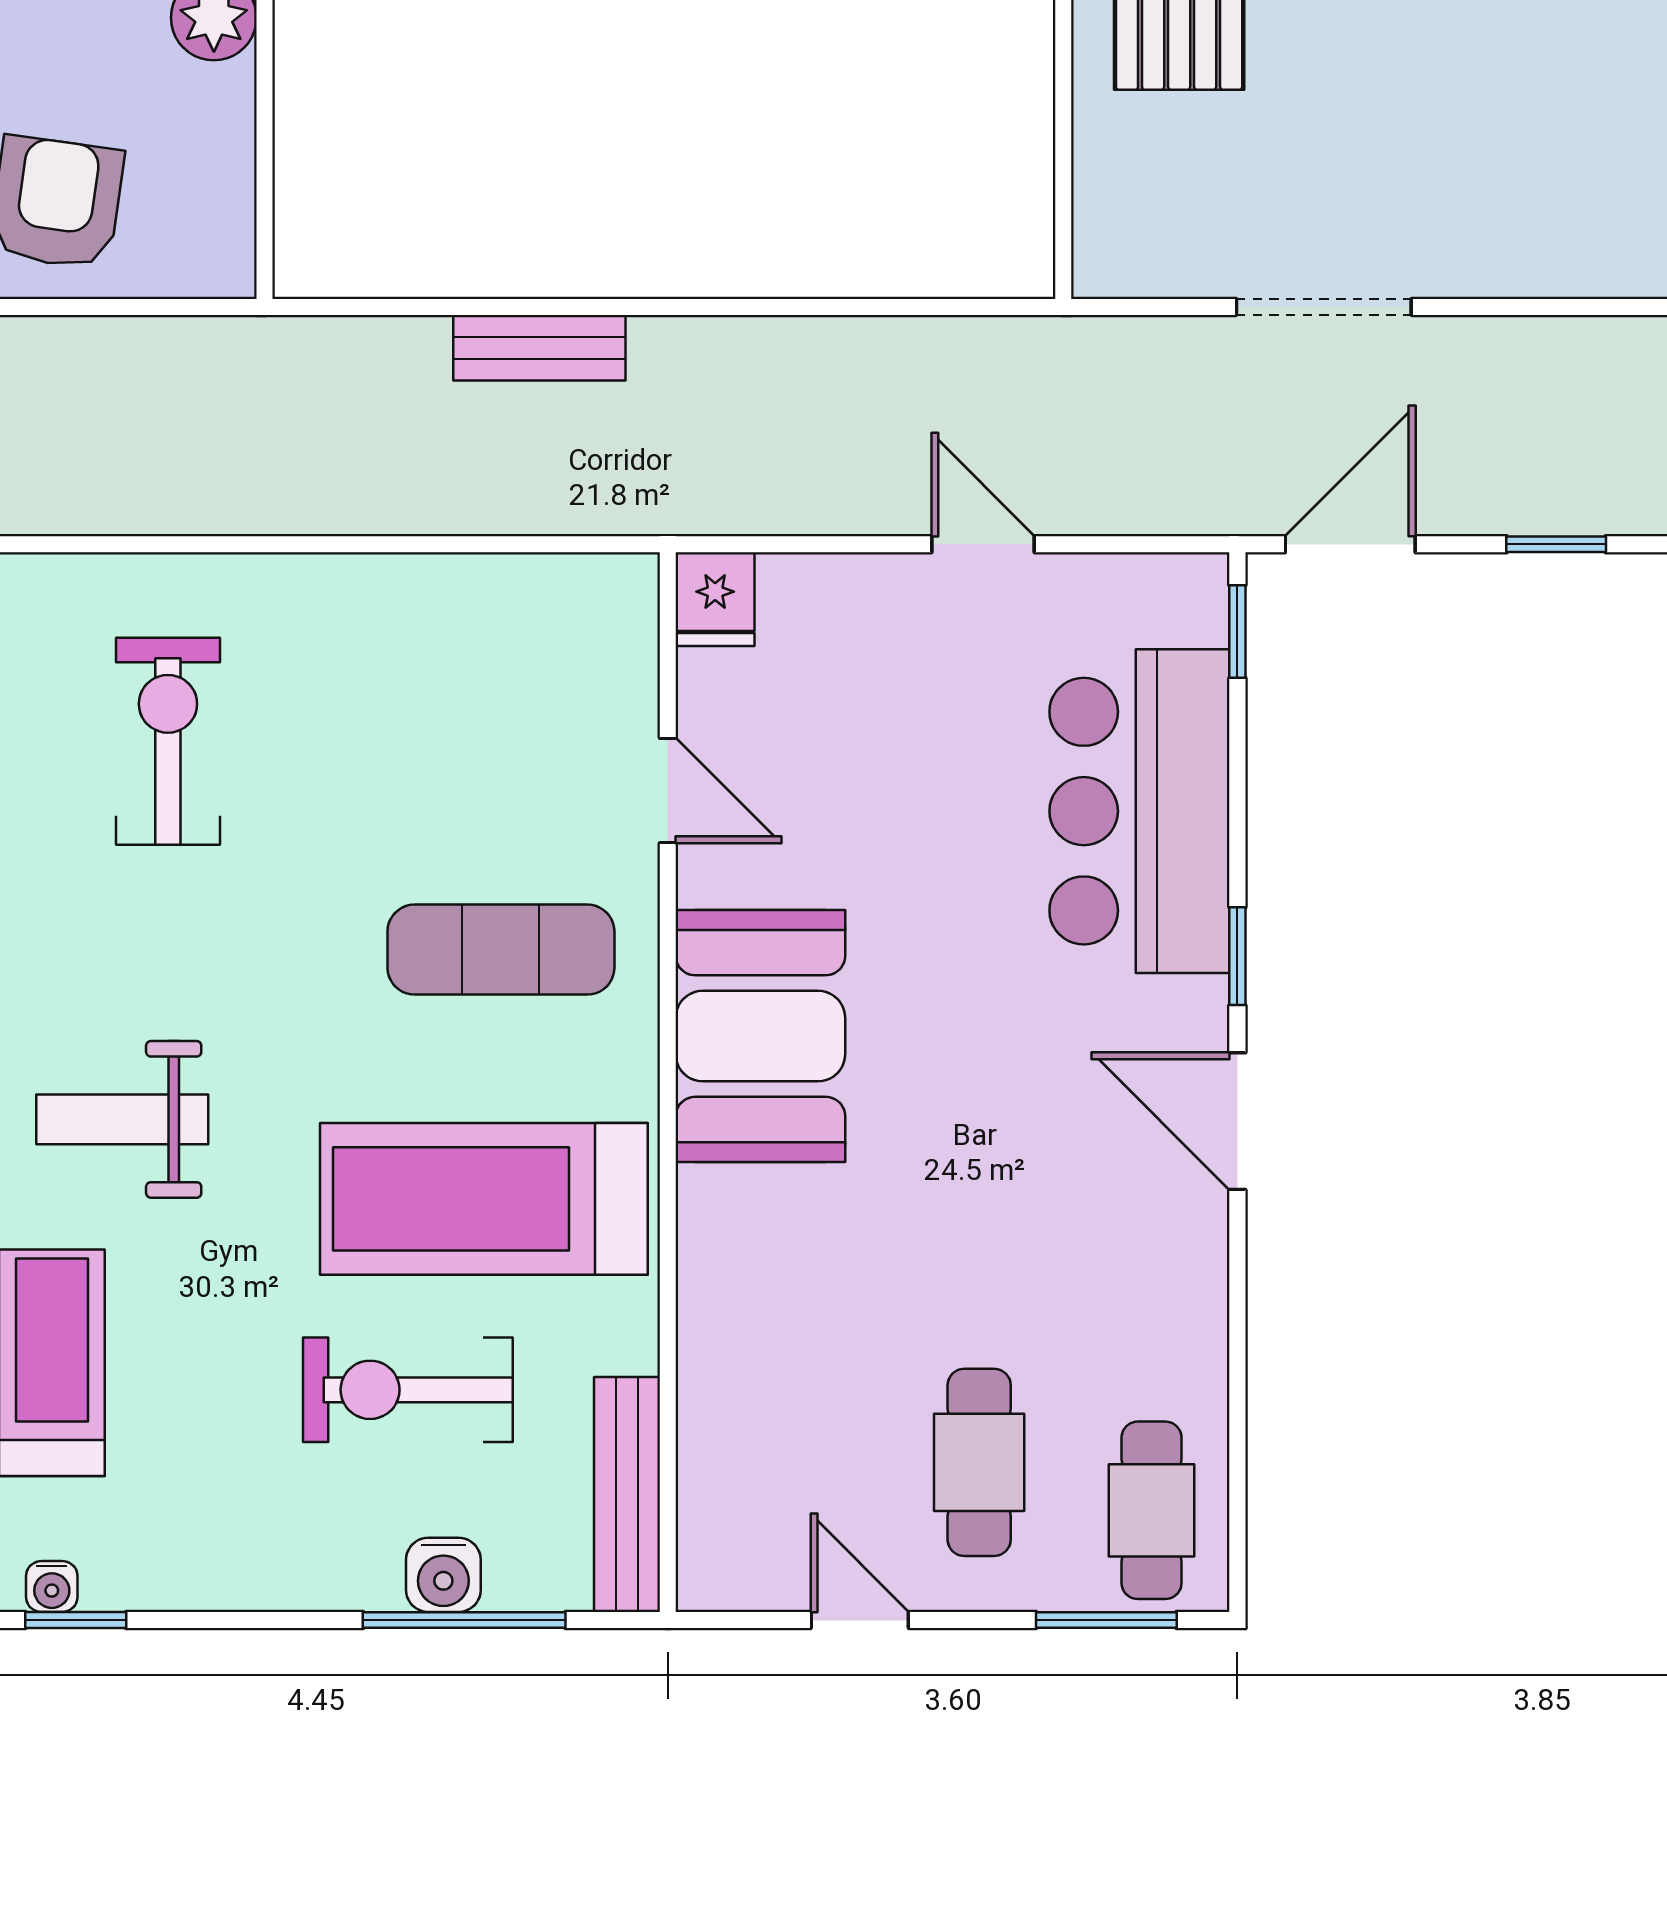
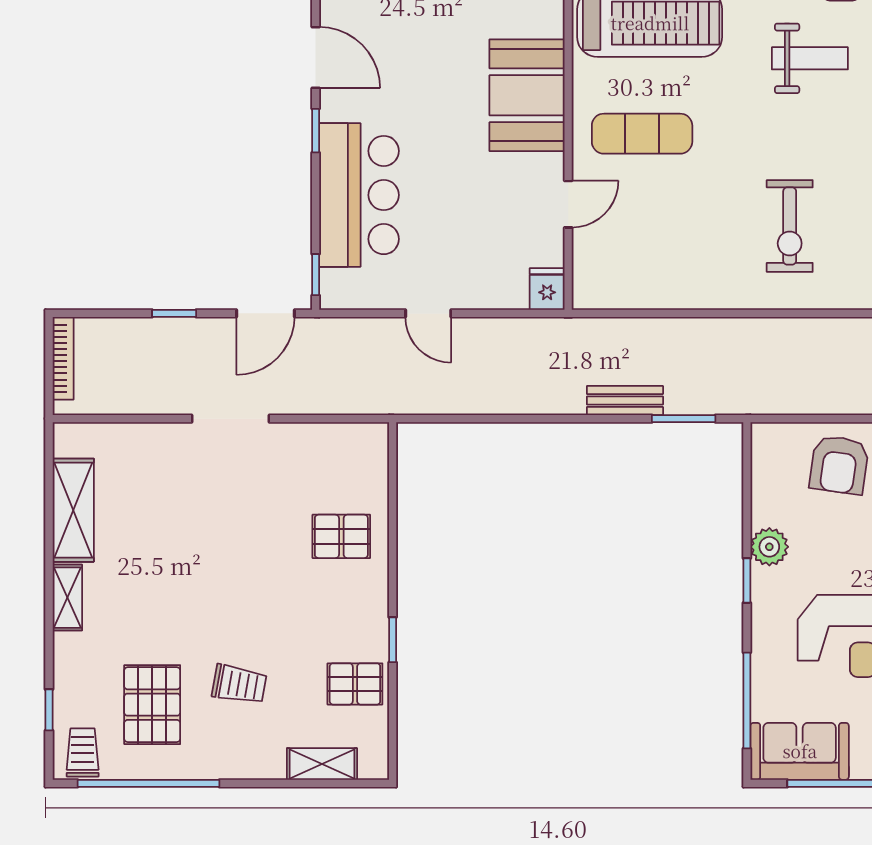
window: (407, 307) -> (684, 419), added
doorway: (1324, 307) -> (230, 419), moved
door: (668, 791) -> (568, 204), swing flipped

